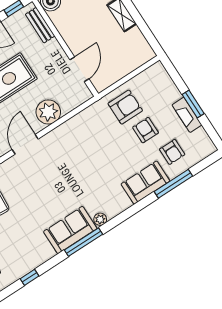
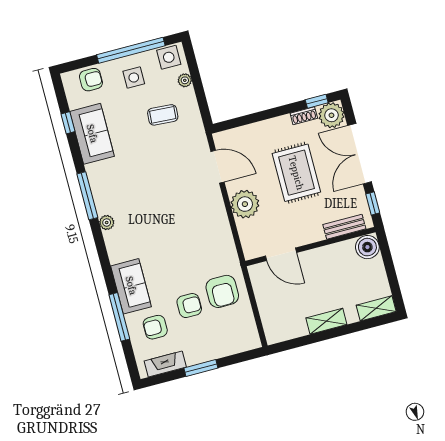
fireplace: (187, 115) -> (165, 364), moved
sofa: (70, 230) -> (92, 134), moved

